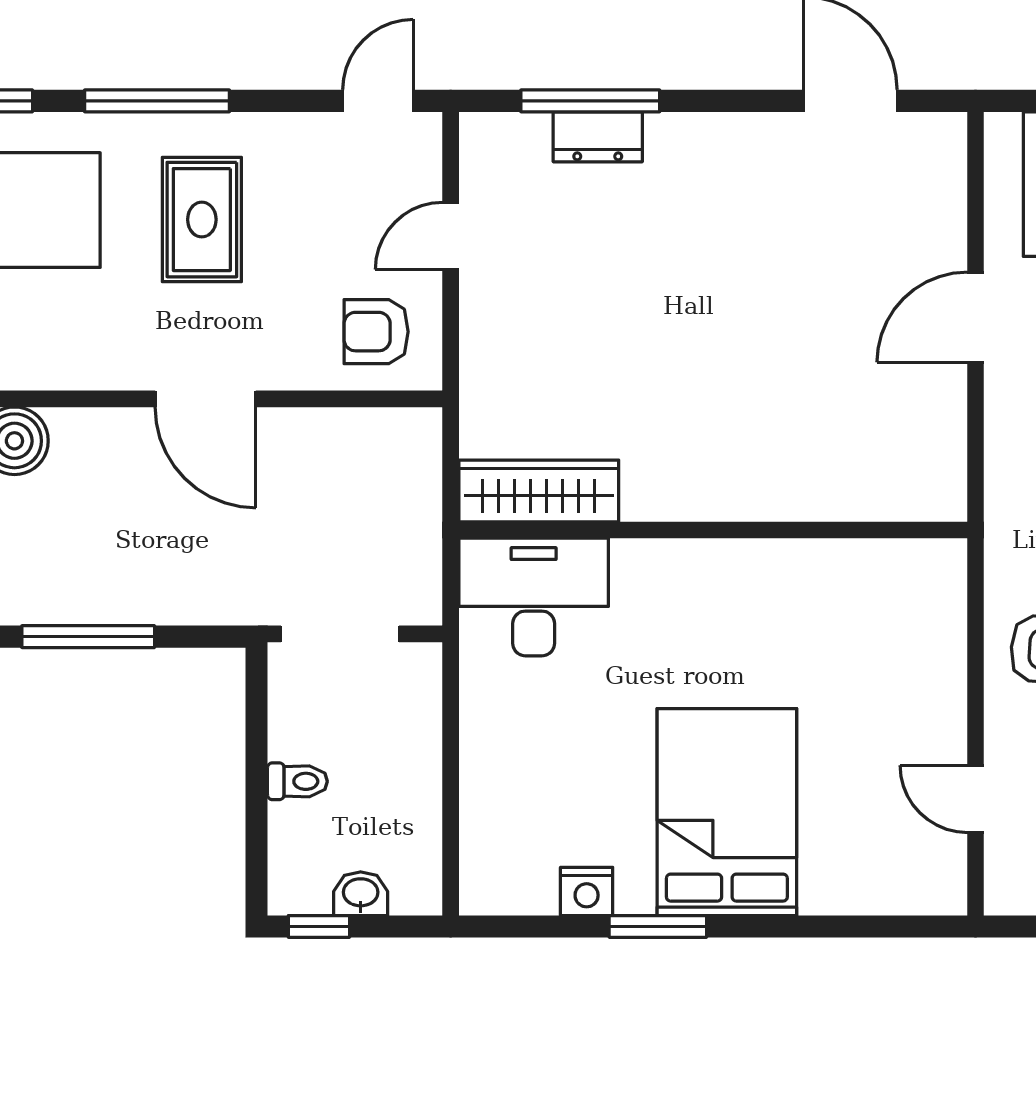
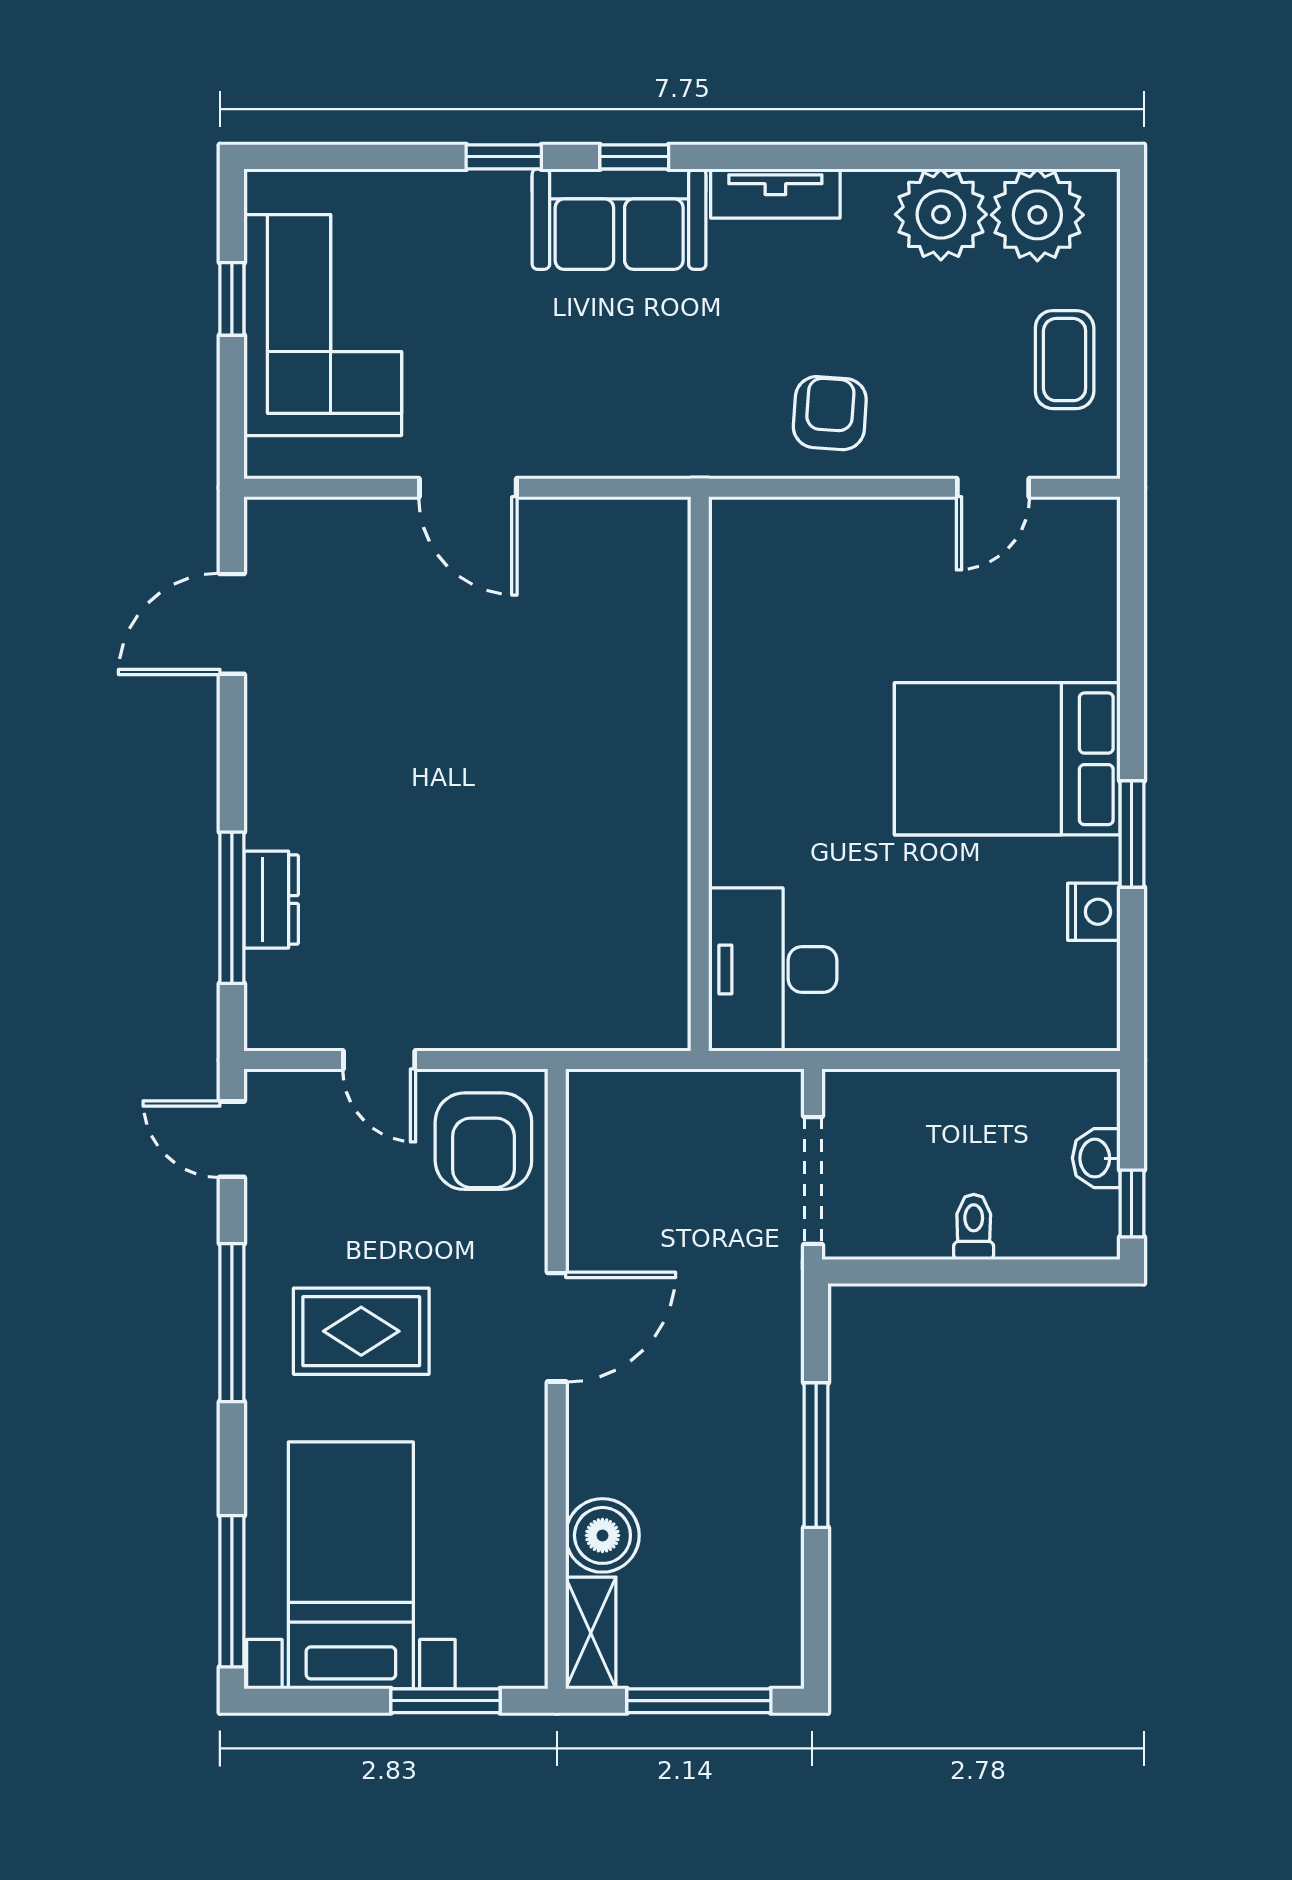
window: (157, 101) -> (232, 1323), moved
armchair: (376, 332) -> (483, 1141), width x1.38, depth x1.38
wardrobe: (539, 491) -> (657, 964), removed

